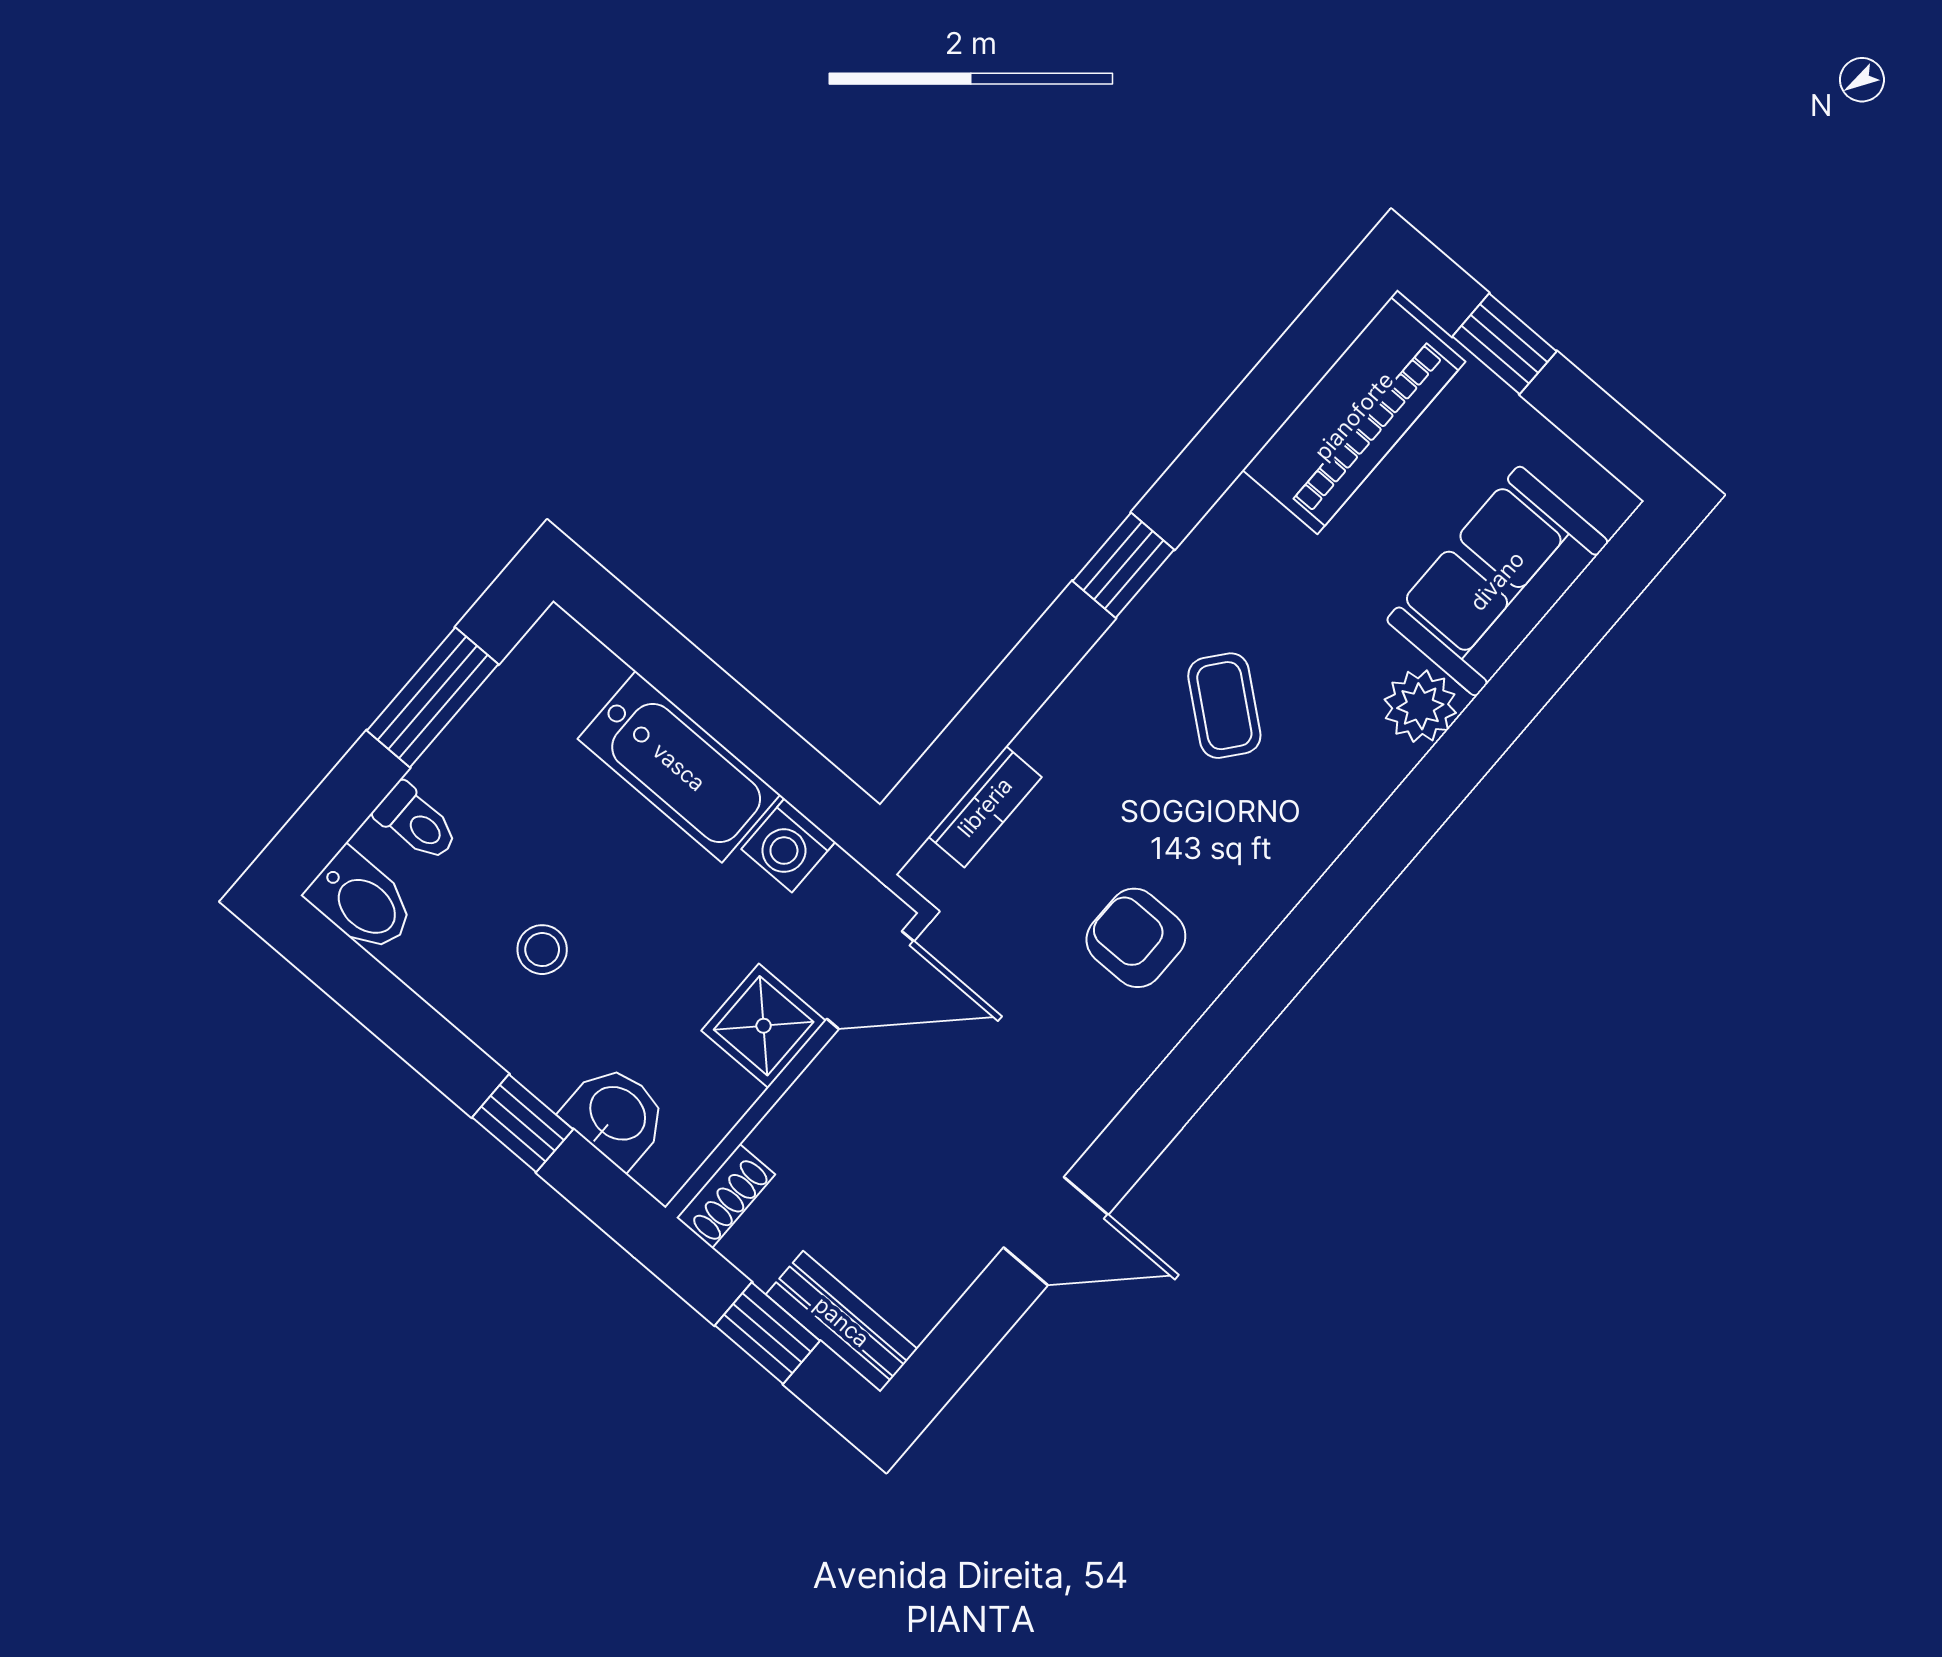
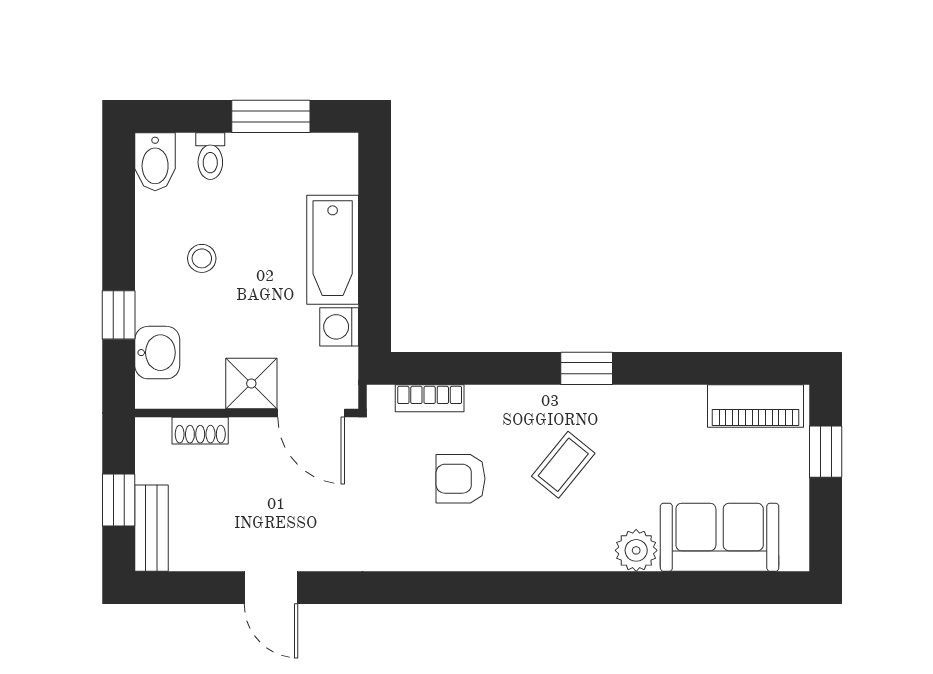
piano: (1354, 416) -> (756, 406), width x0.73, depth x0.75
armchair: (1136, 938) -> (461, 479), moved, turned -90
shoe rack: (726, 1196) -> (200, 431), moved

